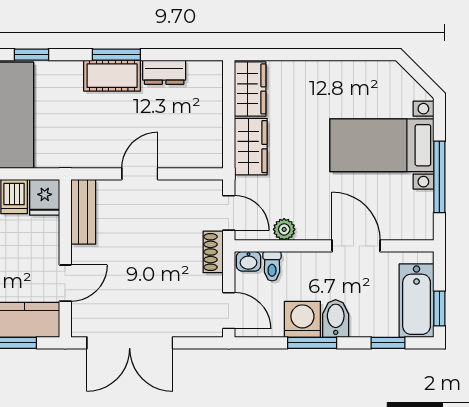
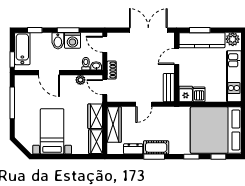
wardrobe: (207, 128) -> (114, 125), added
bed with nightstands: (382, 145) -> (52, 131), moved, turned -90
window: (439, 308) -> (12, 59), moved

